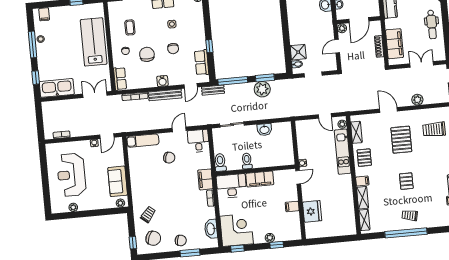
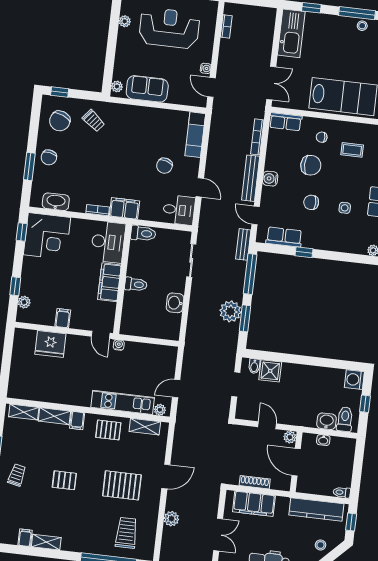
toilet: (247, 161) -> (136, 284), moved
plant: (270, 238) -> (24, 302), moved

